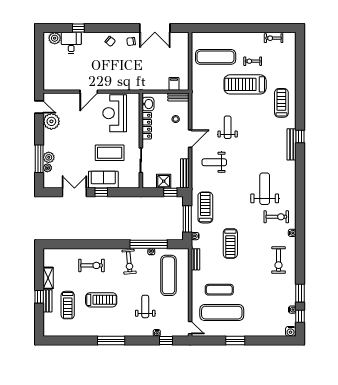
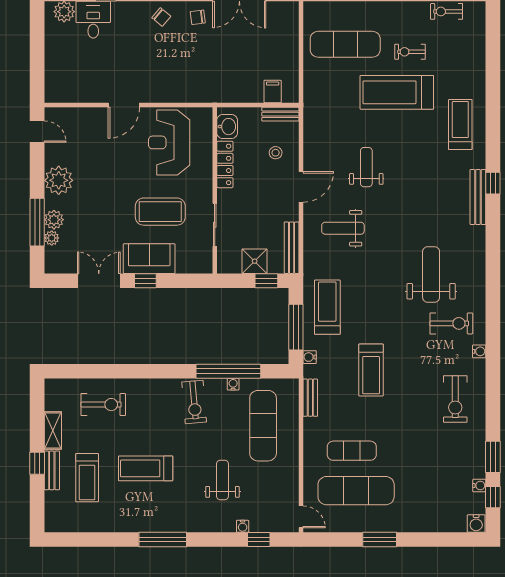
plant: (51, 121) -> (59, 180), moved
exercise bike: (91, 265) -> (103, 405), moved
treadmill: (101, 300) -> (146, 468), turned 180

